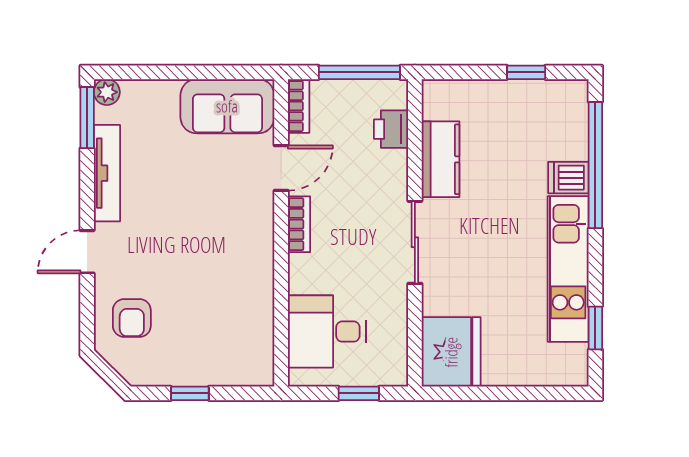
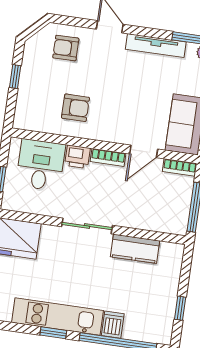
printer: (391, 129) -> (77, 157), moved, turned 180
door: (281, 168) -> (144, 151), hinge flipped
armchair: (226, 288) -> (75, 108), added
window: (595, 328) -> (53, 333), moved

